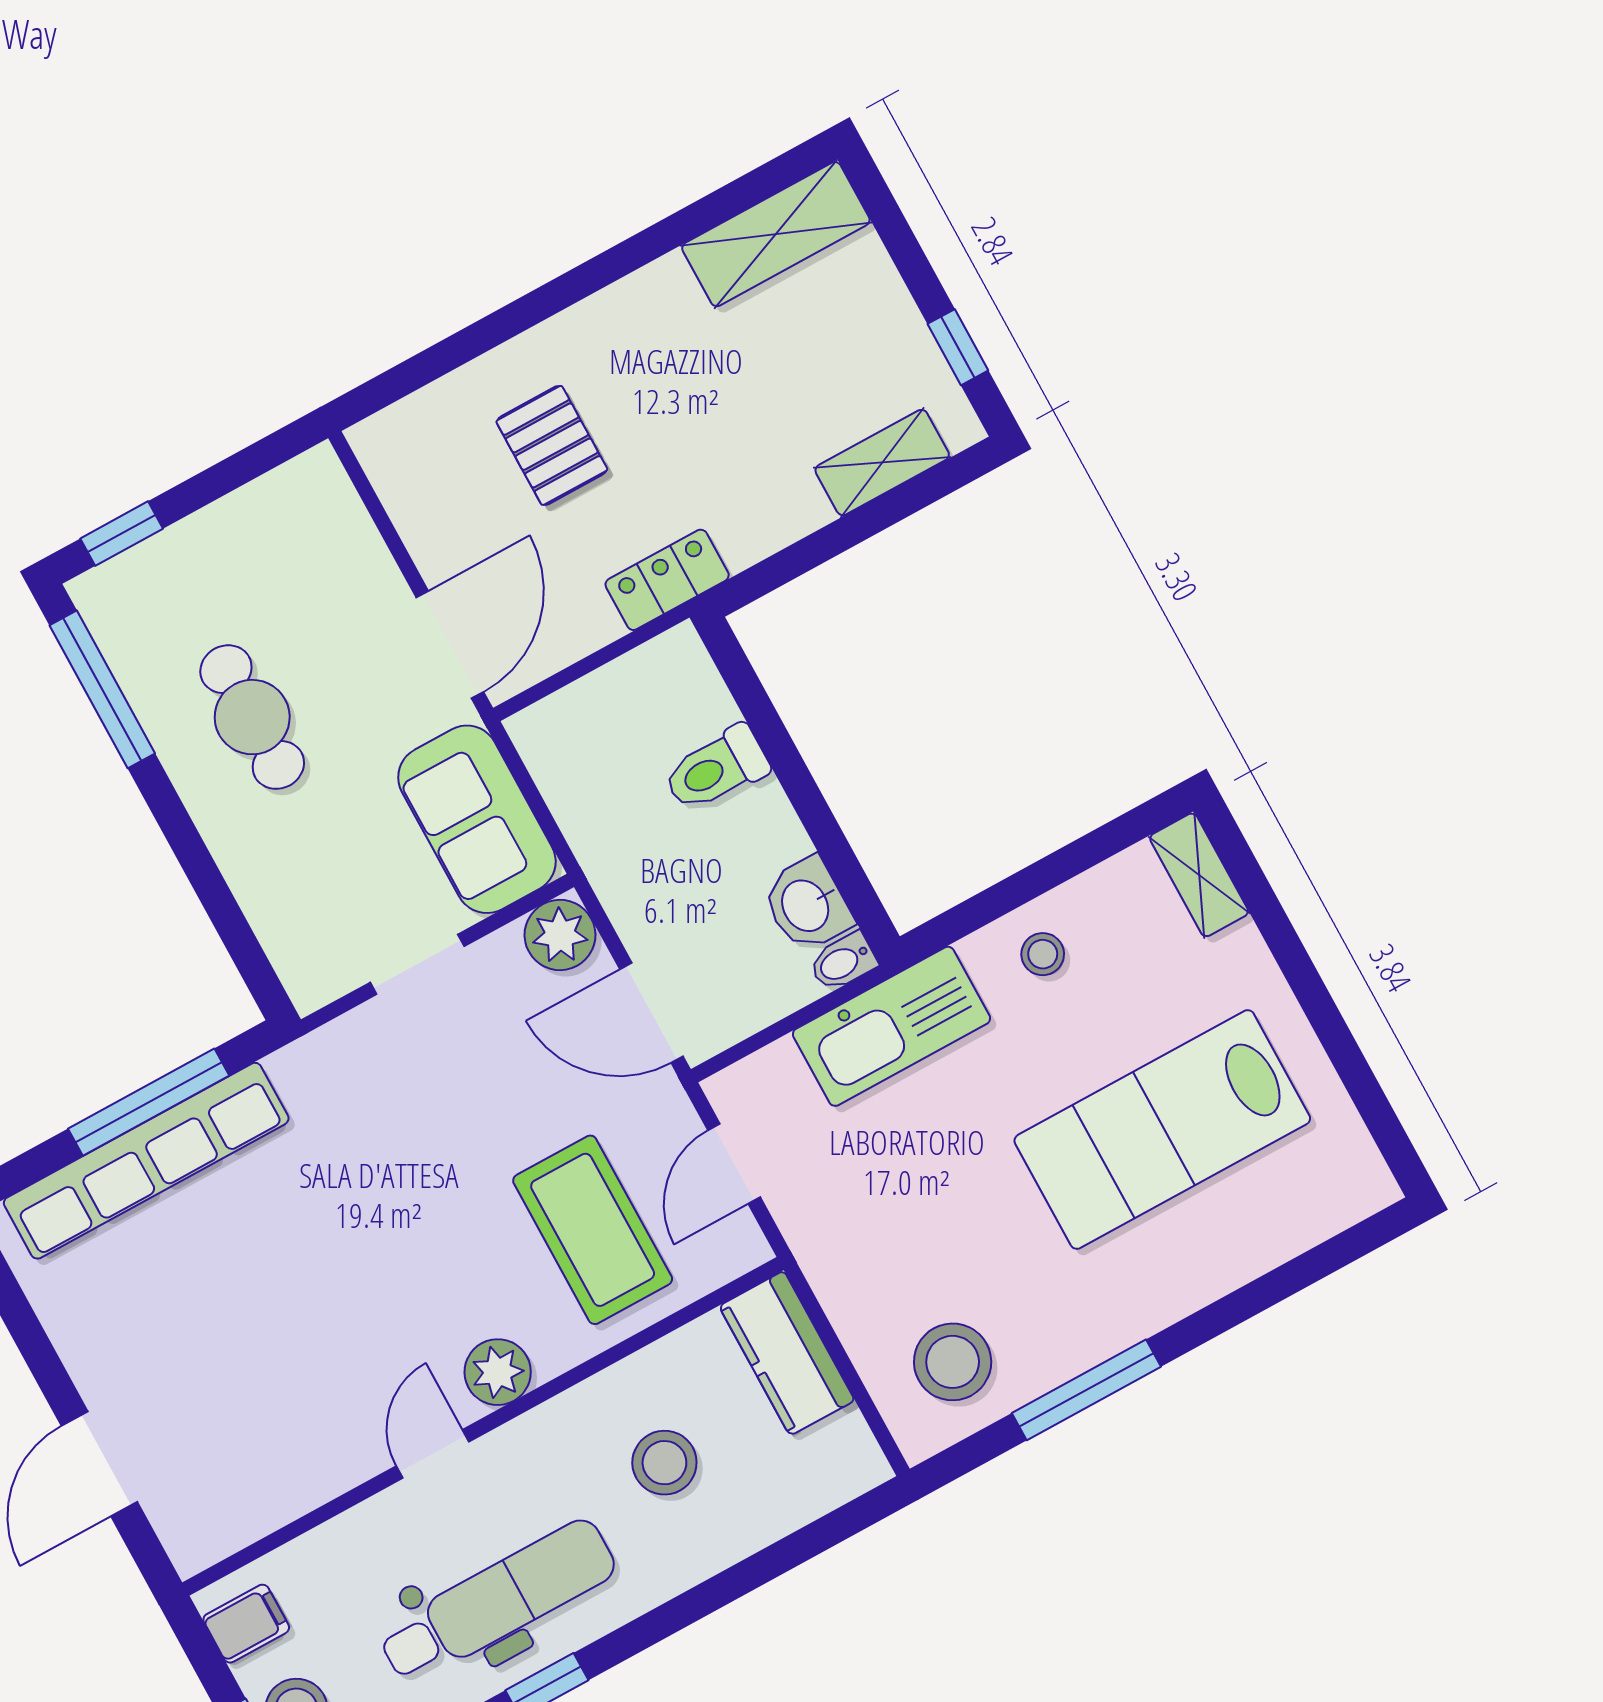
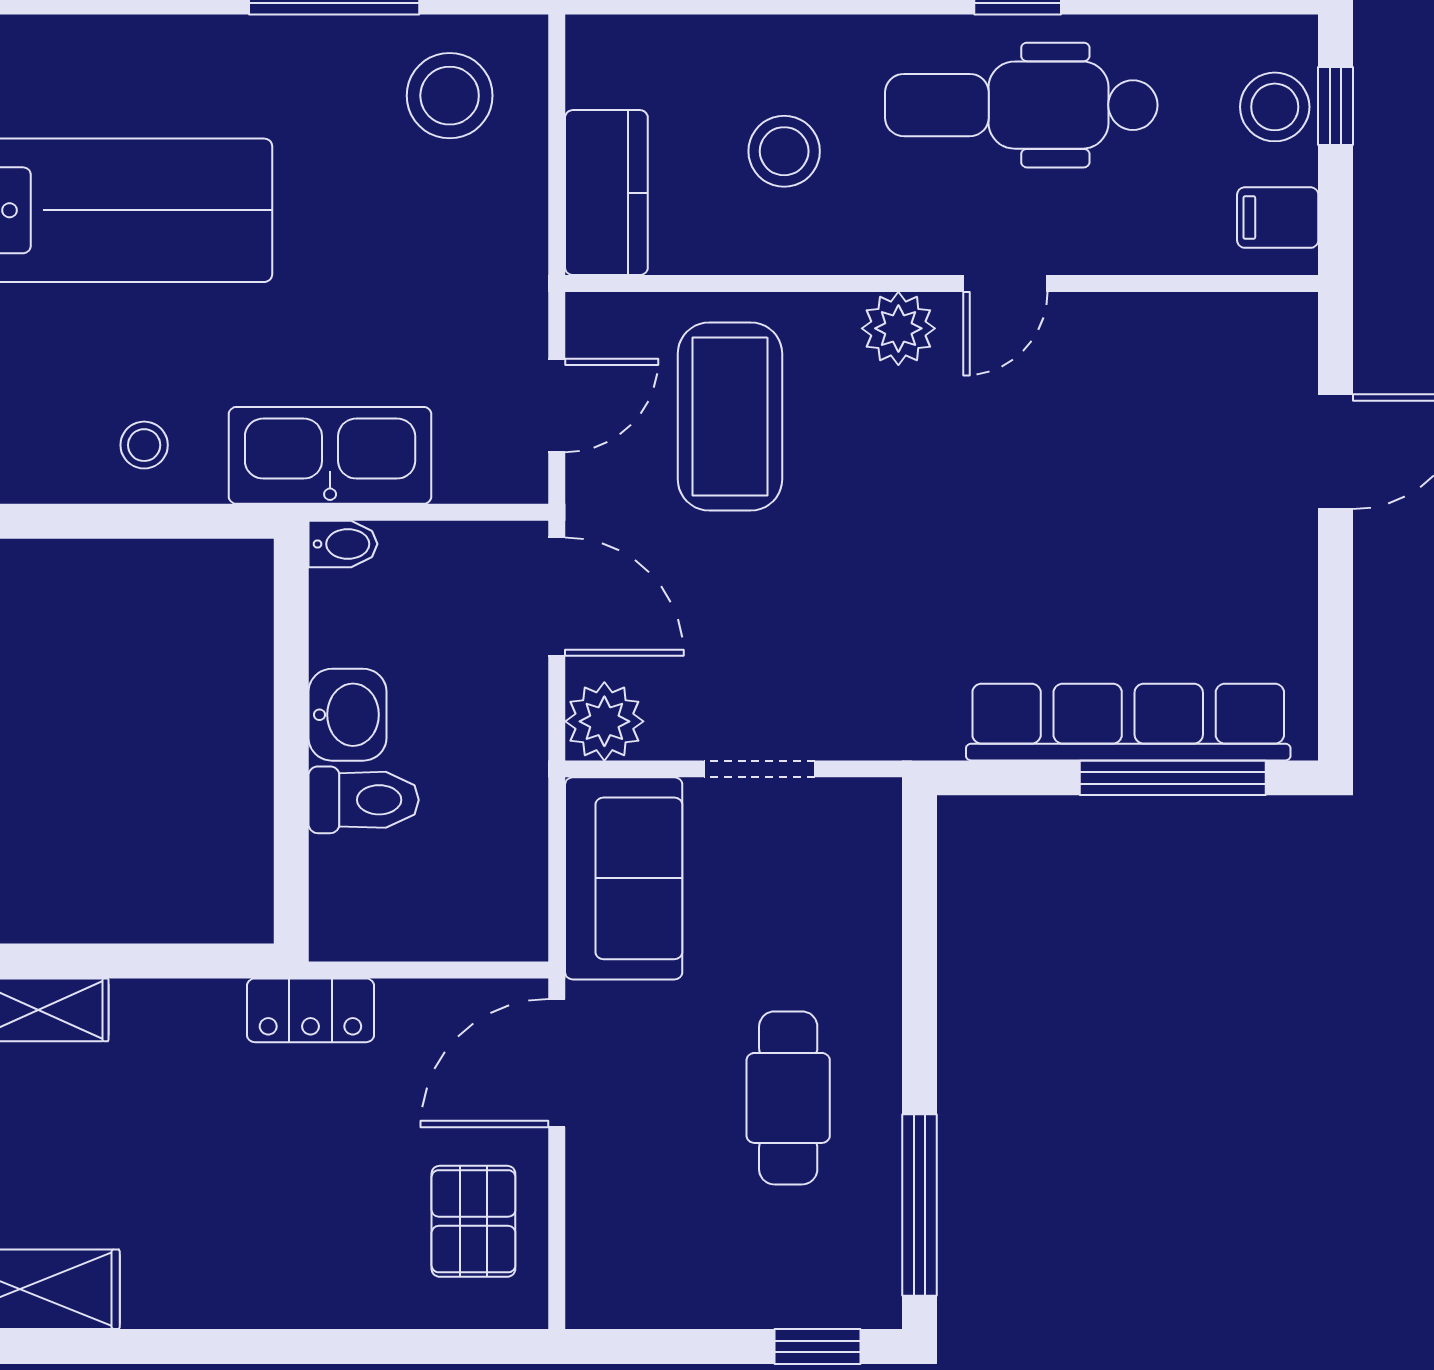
pallet: (552, 445) -> (473, 1221), moved
washbasin: (807, 905) -> (348, 715), moved
window: (149, 1102) -> (1173, 778), moved

